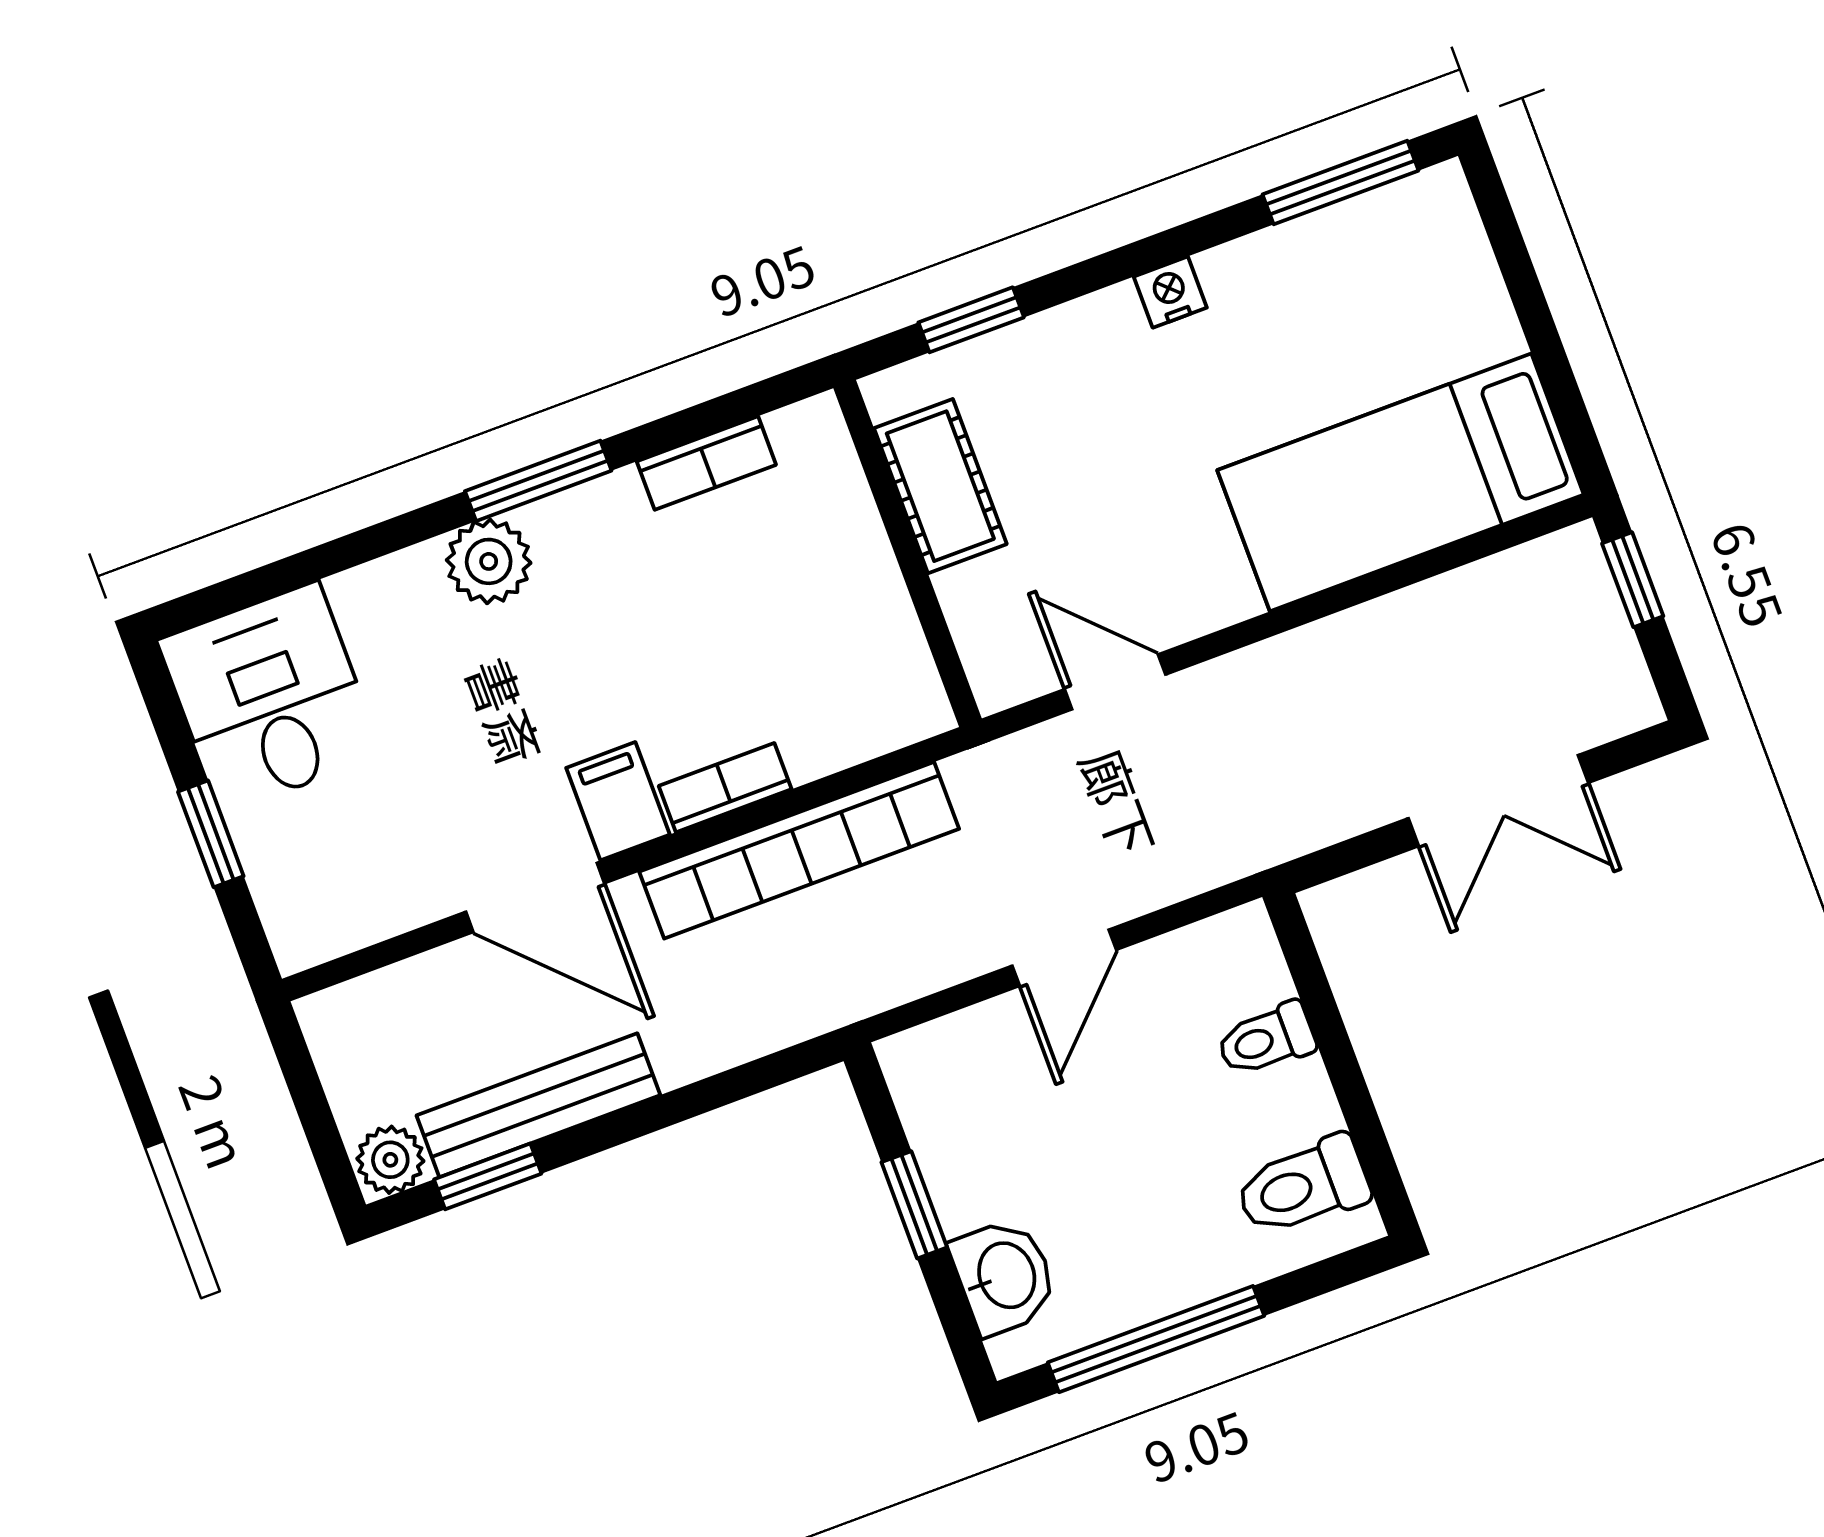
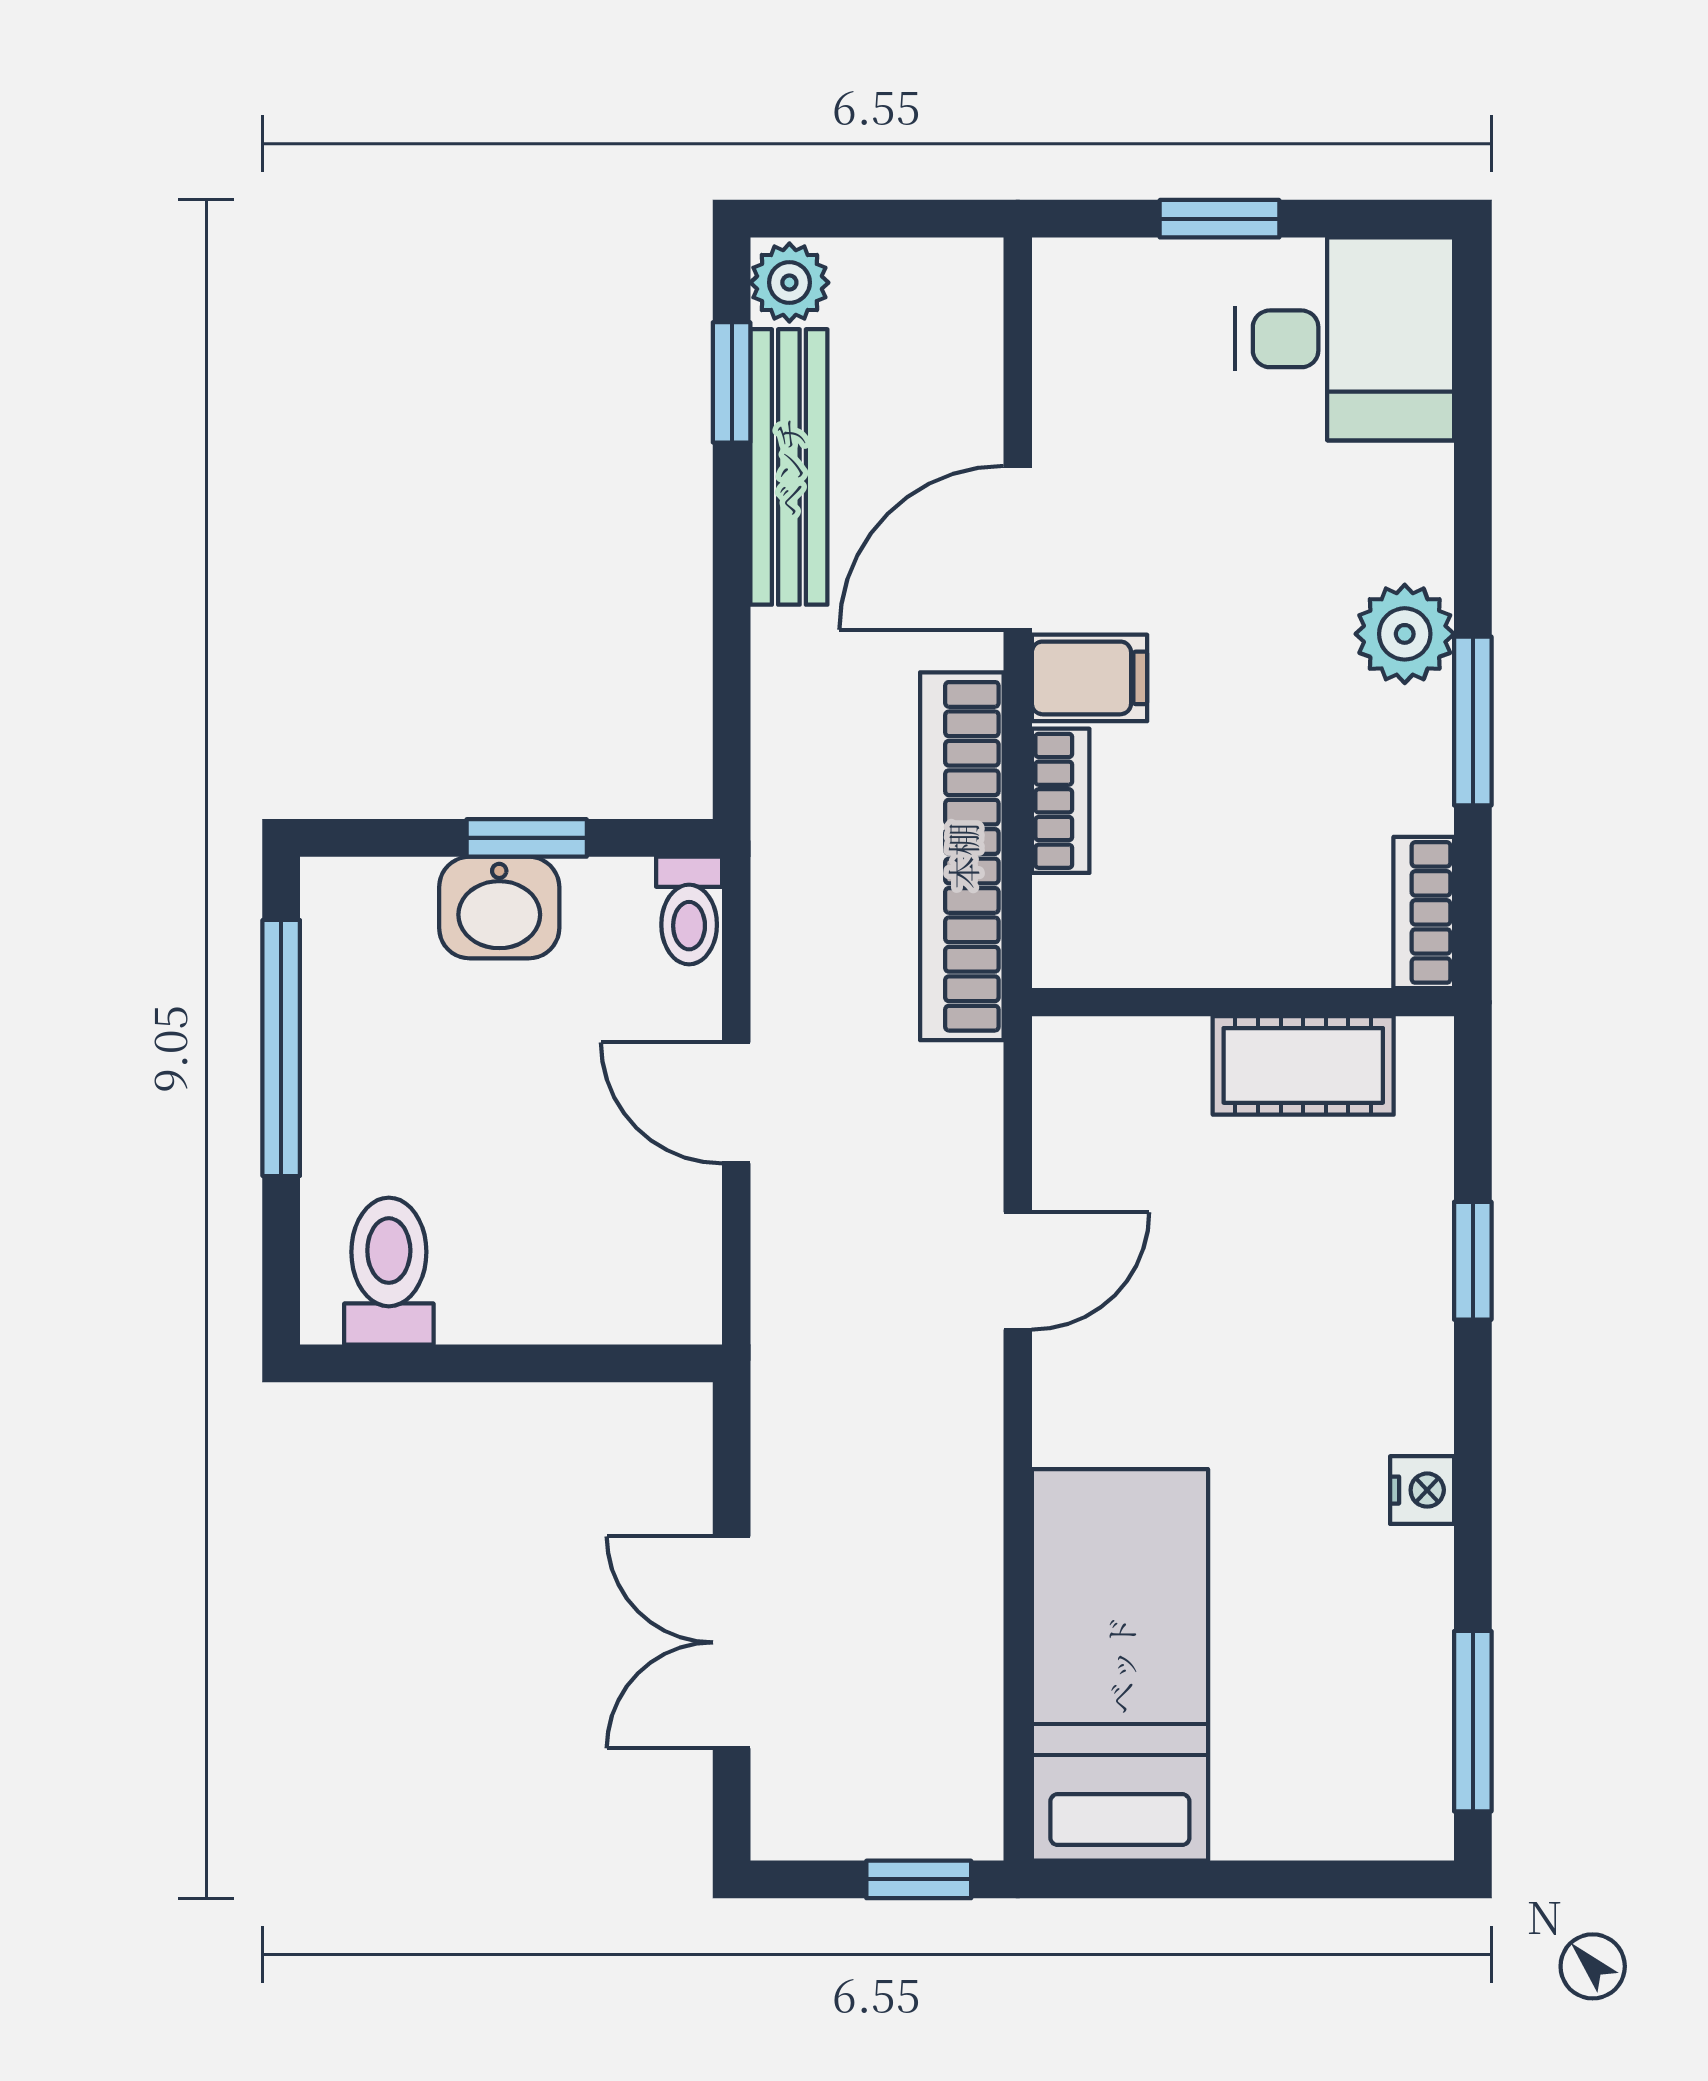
cot: (940, 486) -> (1303, 1065), moved
wall: (908, 553) -> (1243, 1002), moved
toilet: (1266, 1040) -> (689, 911), moved, turned 180
washbasin: (1004, 1276) -> (499, 908), moved

